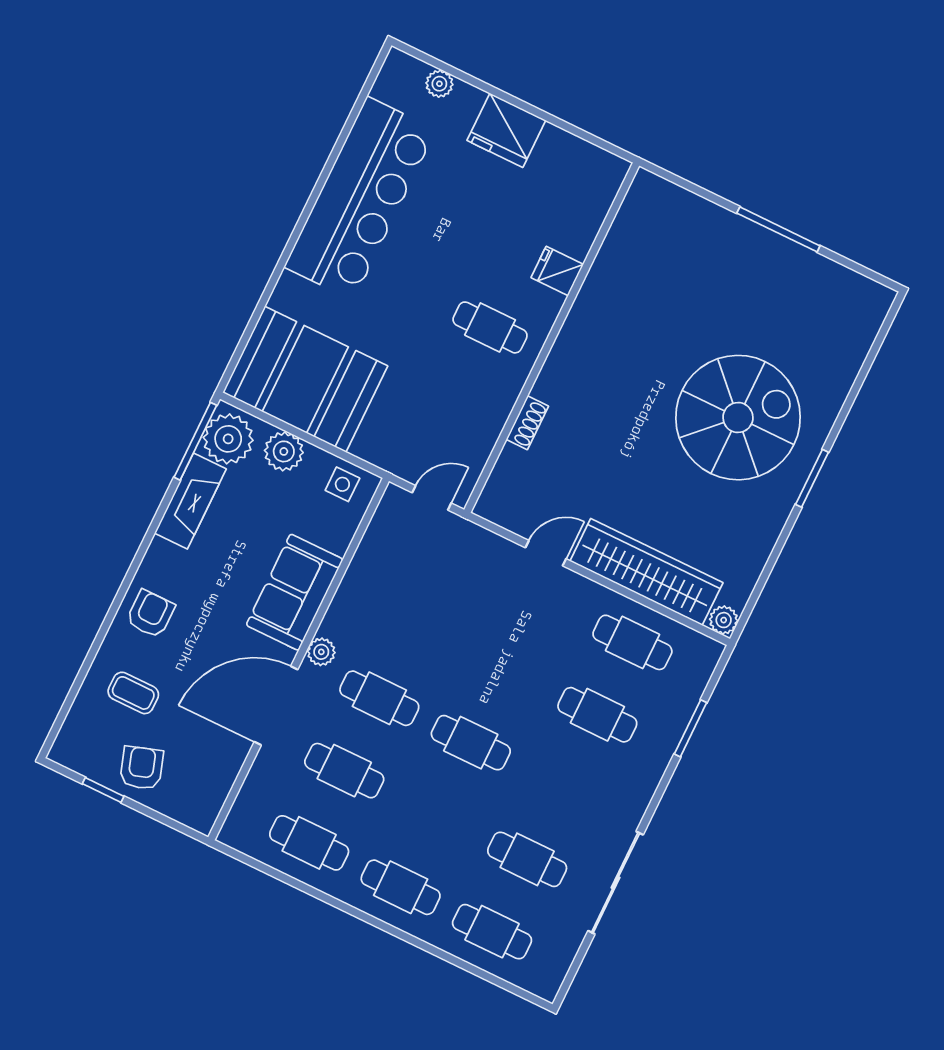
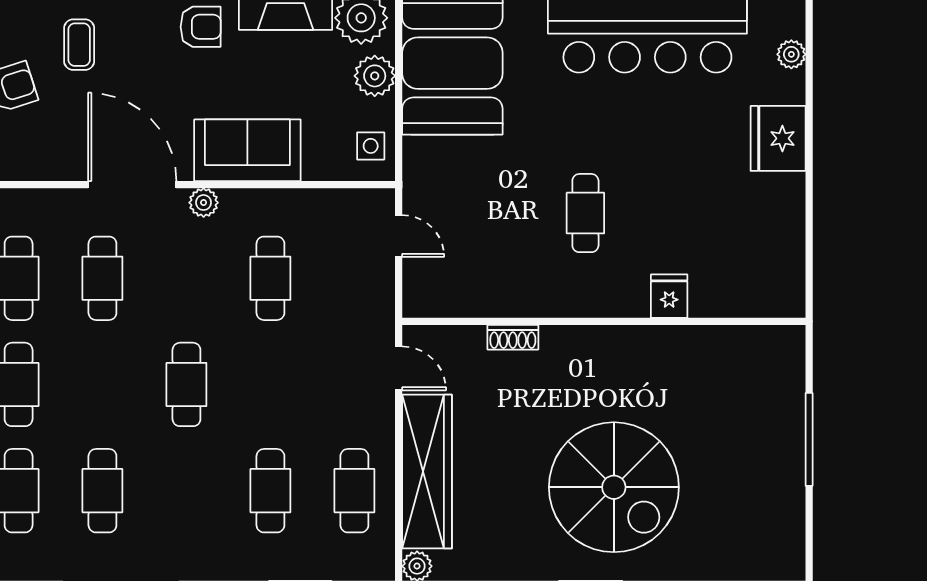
fridge: (557, 271) -> (669, 296), moved
wall: (552, 338) -> (604, 321), moved
shoe rack: (527, 423) -> (513, 337), moved
armchair: (150, 614) -> (201, 27), moved
cafe table: (379, 698) -> (270, 278), moved

